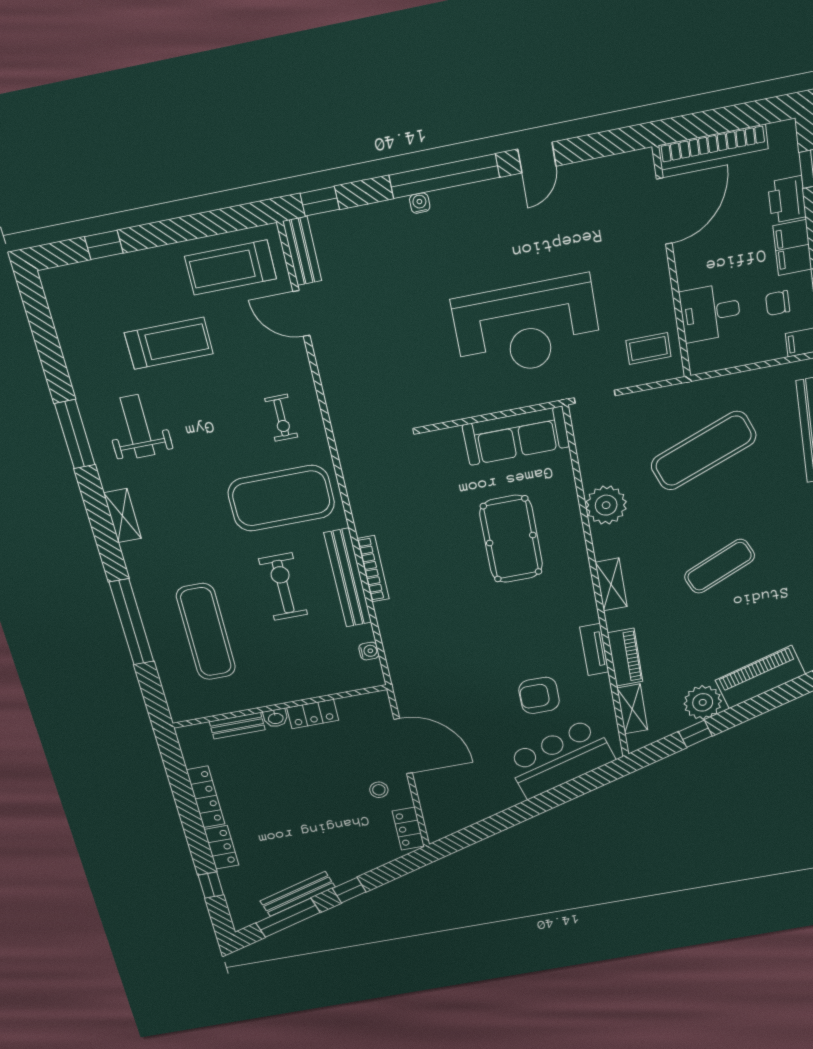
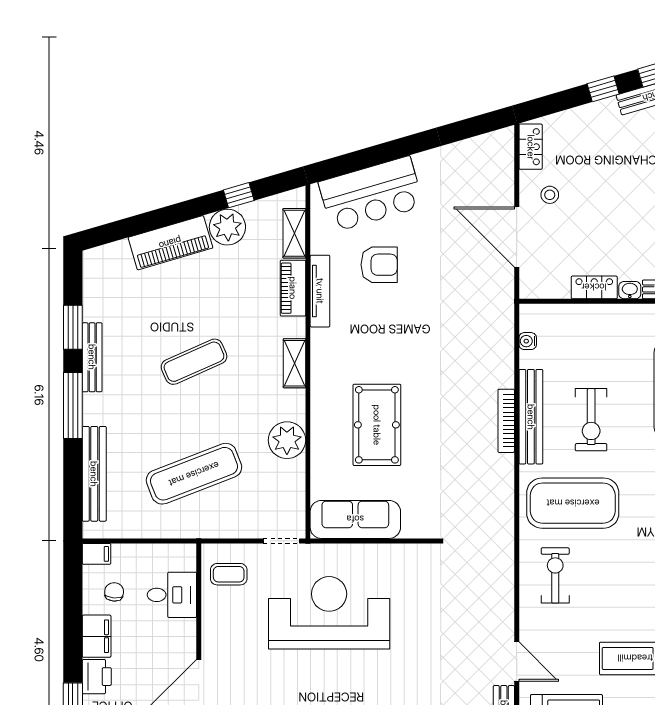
chair: (778, 303) -> (114, 592), turned -85
exercise bike: (281, 418) -> (555, 575), width x1.38, depth x1.39
tv unit: (594, 650) -> (320, 291), width x1.41

